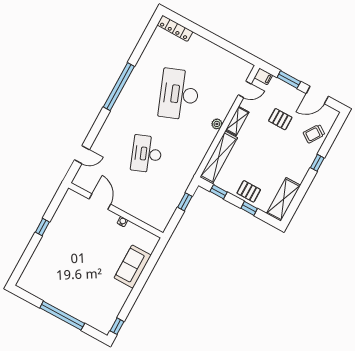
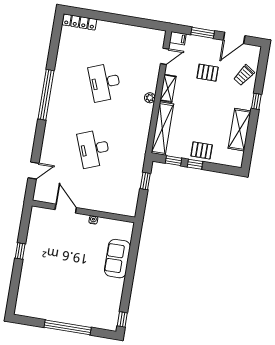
desk: (179, 94) -> (105, 82), width x0.73, depth x0.77
shelving: (284, 199) -> (240, 130), moved
window: (249, 208) -> (195, 164), moved

